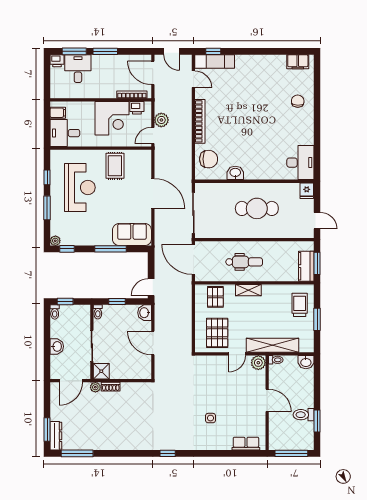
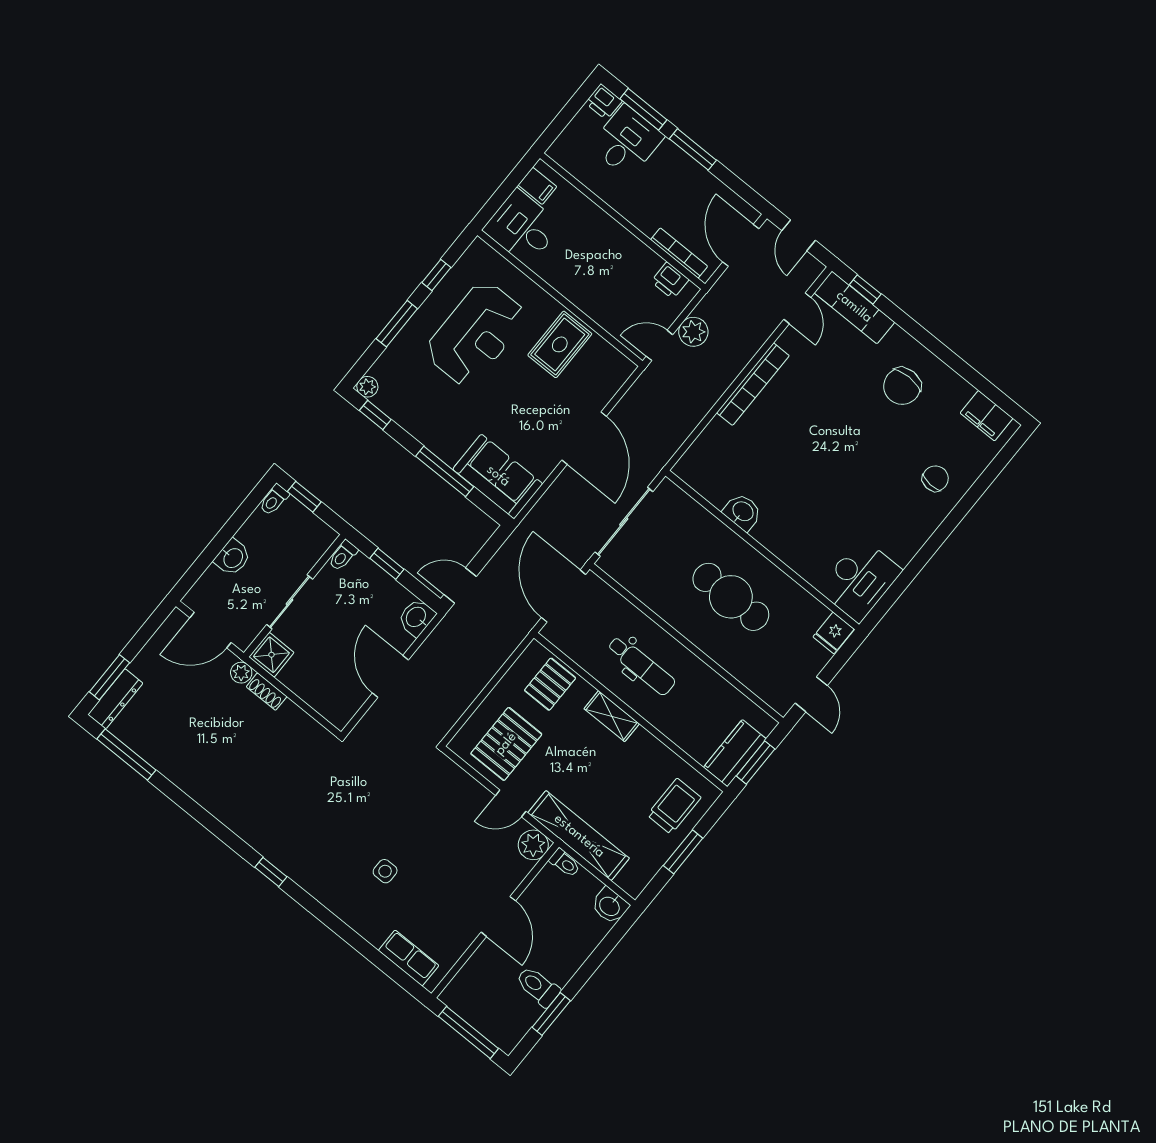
corner desk: (112, 118) -> (617, 265), removed
chair: (209, 159) -> (902, 386), moved, turned 90

